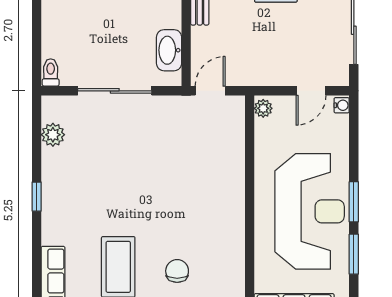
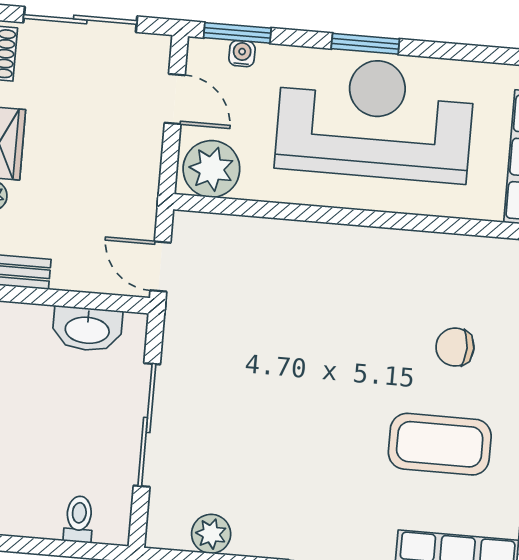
toilet: (51, 72) -> (79, 519), moved, turned 90
water cooler: (342, 105) -> (242, 54), moved
plant: (263, 108) -> (211, 169), width x1.88, depth x1.88
window: (354, 254) -> (237, 33), moved

